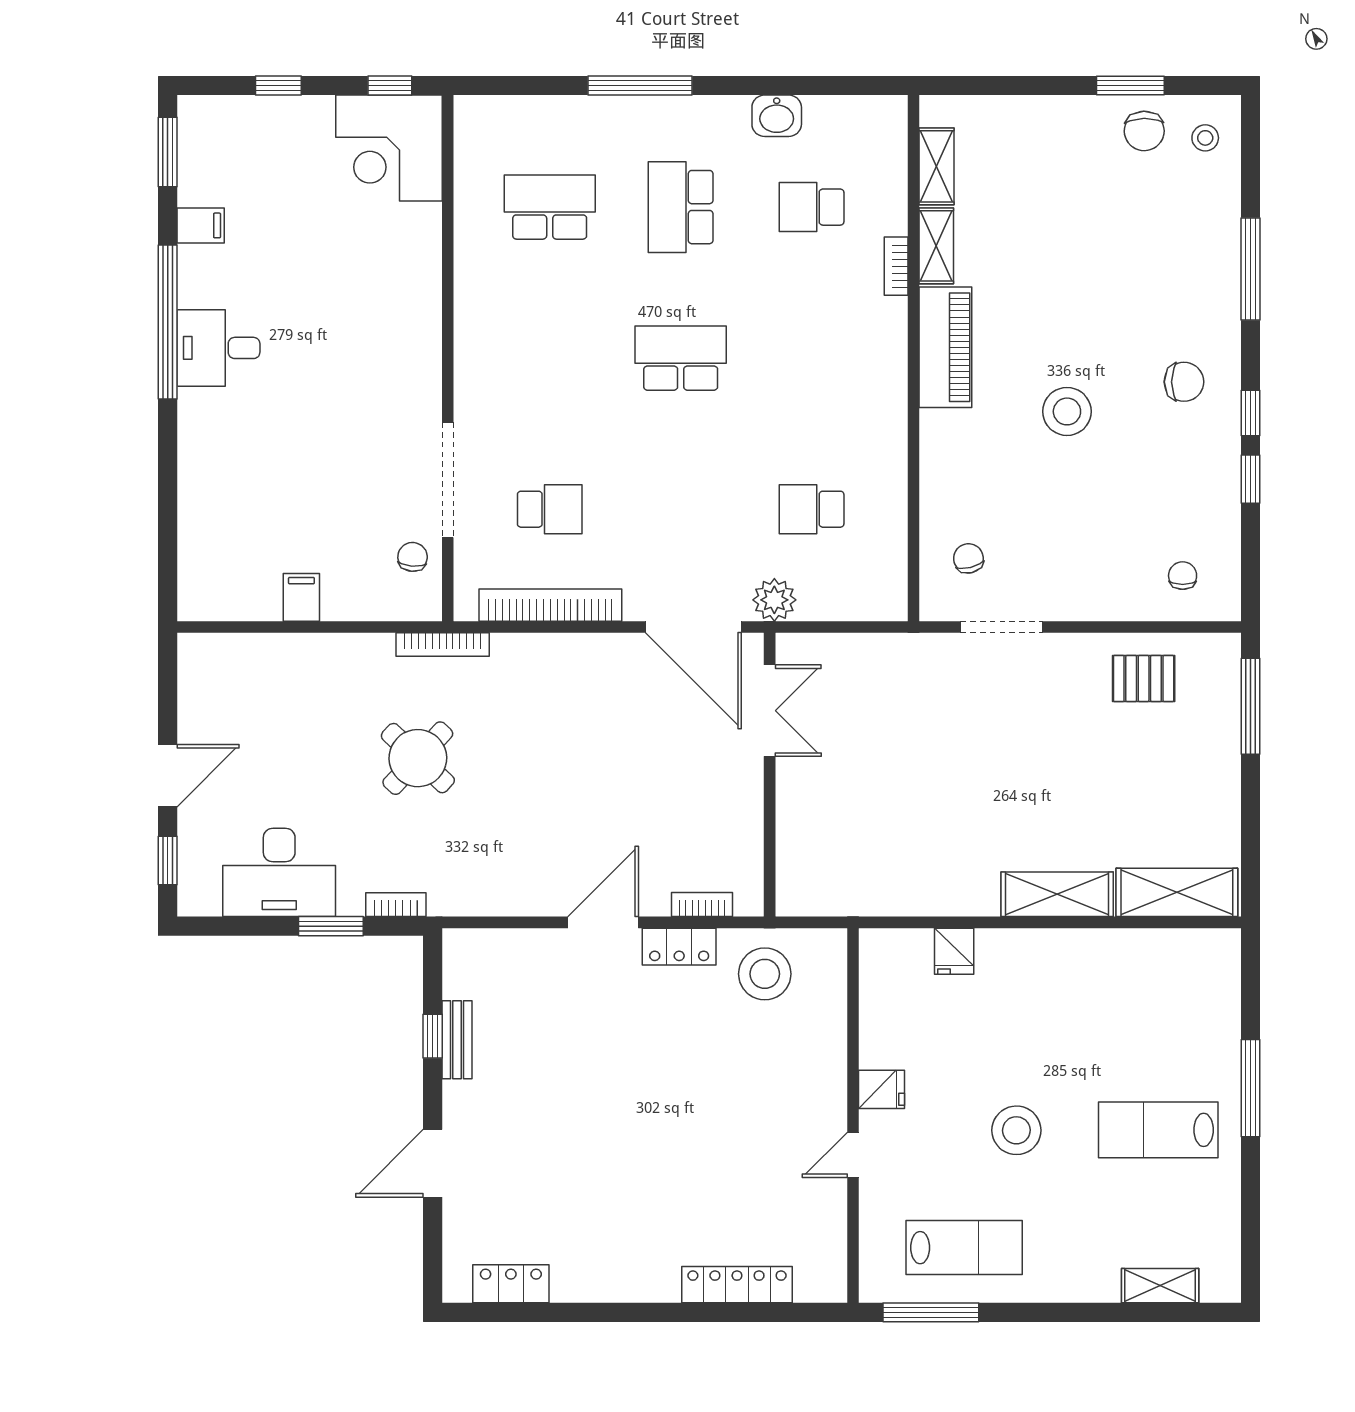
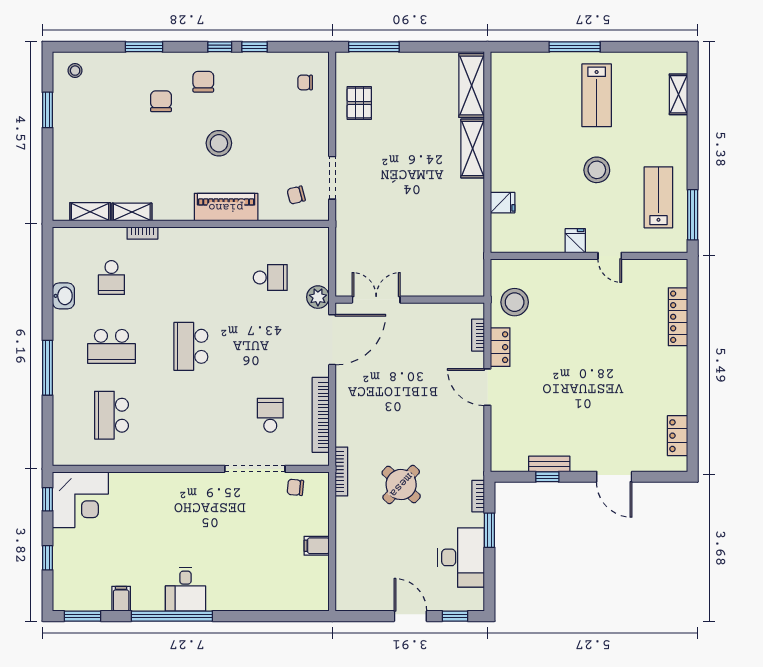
chair: (1144, 131) -> (161, 101), moved, turned -89
window: (1251, 269) -> (144, 47), width x0.69
piano: (945, 347) -> (226, 207), moved
school desk: (812, 509) -> (270, 278), turned -90

